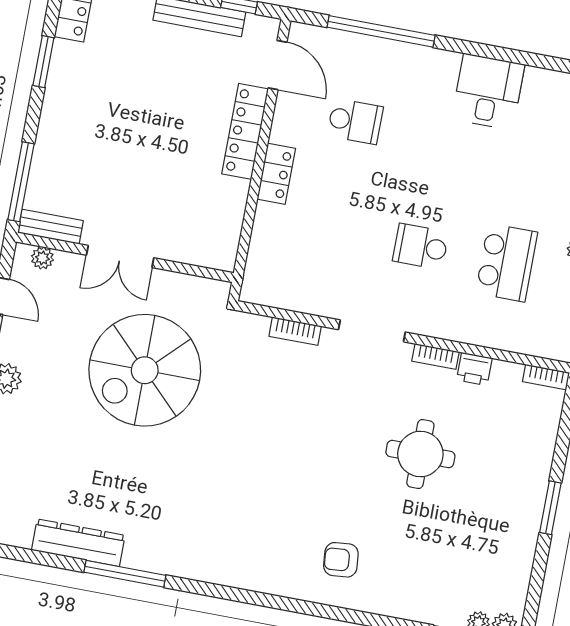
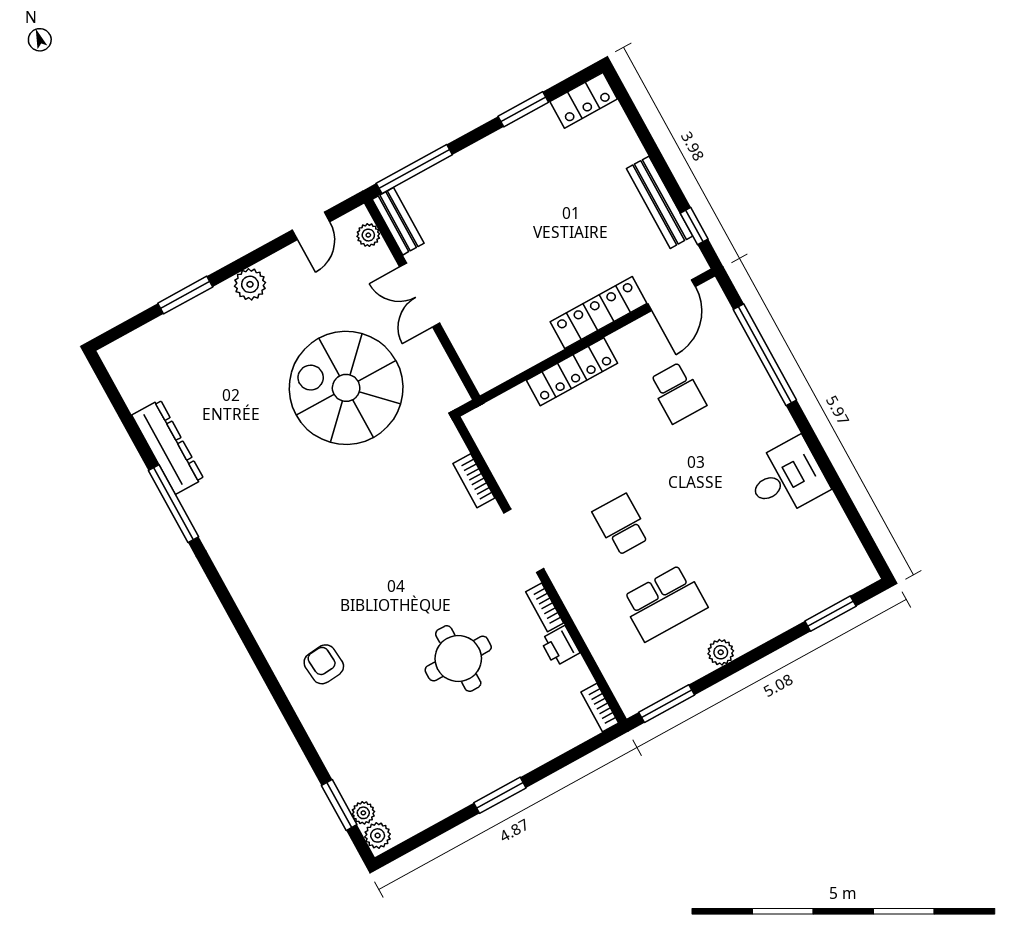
locker: (276, 174) -> (572, 372), width x1.53

